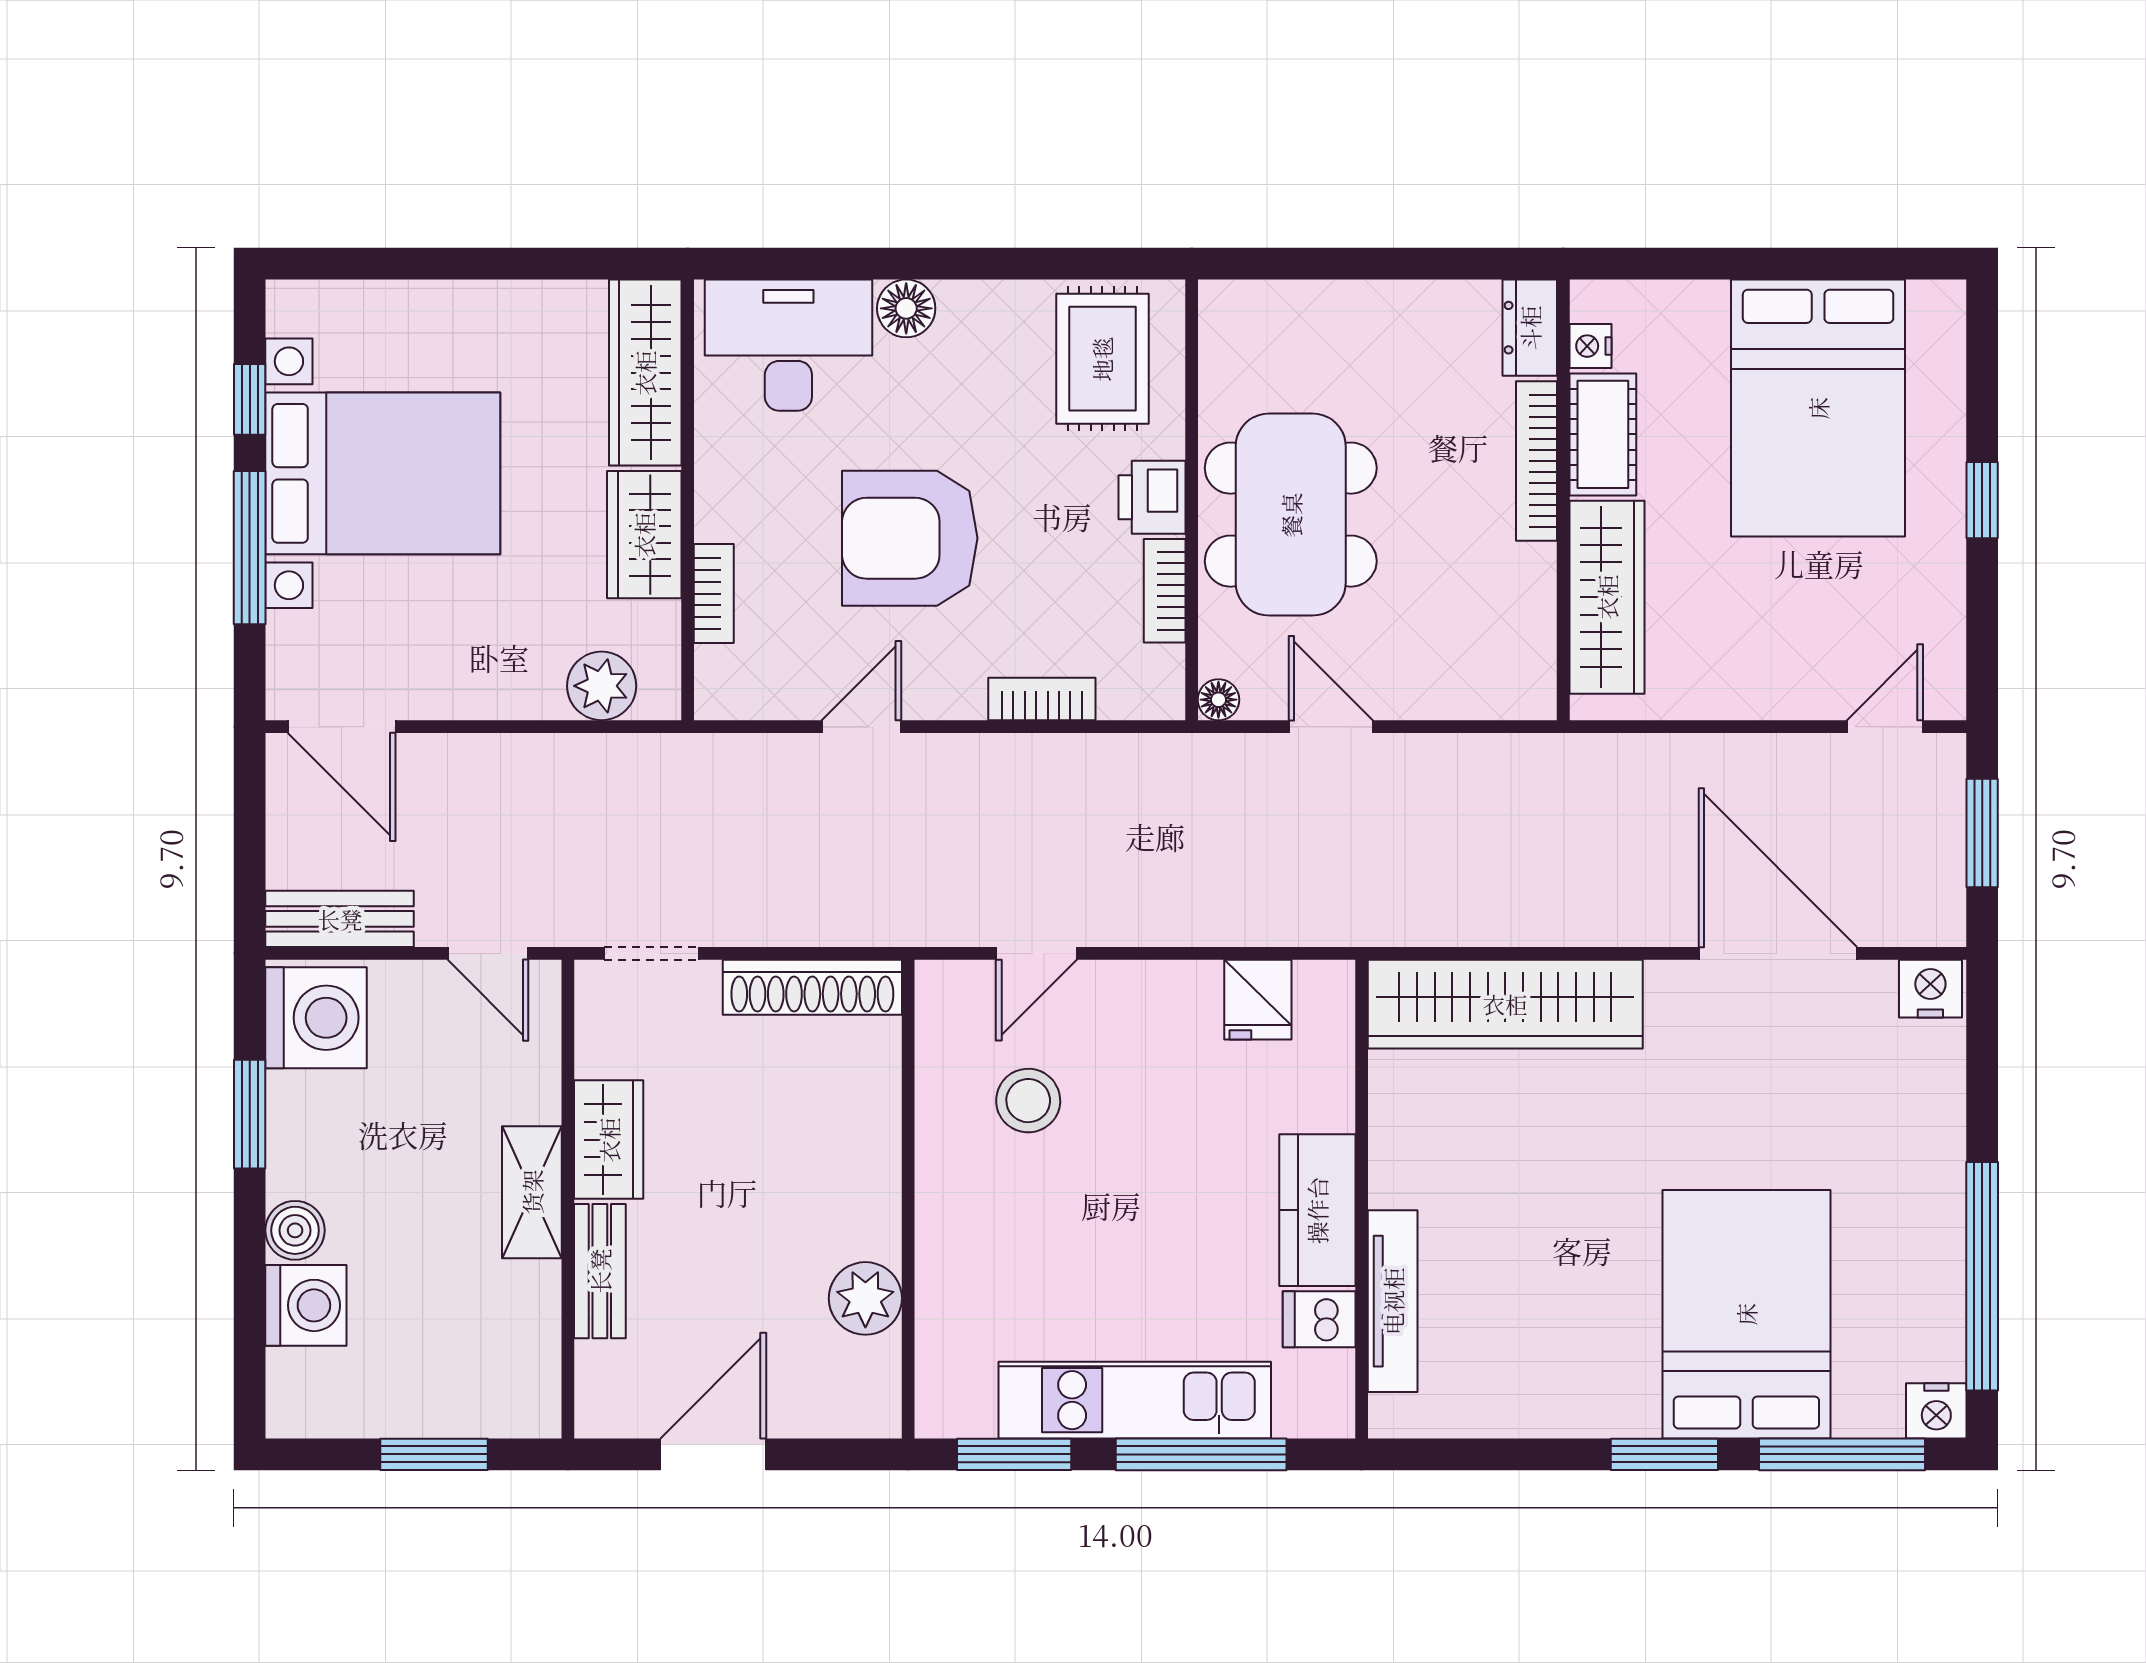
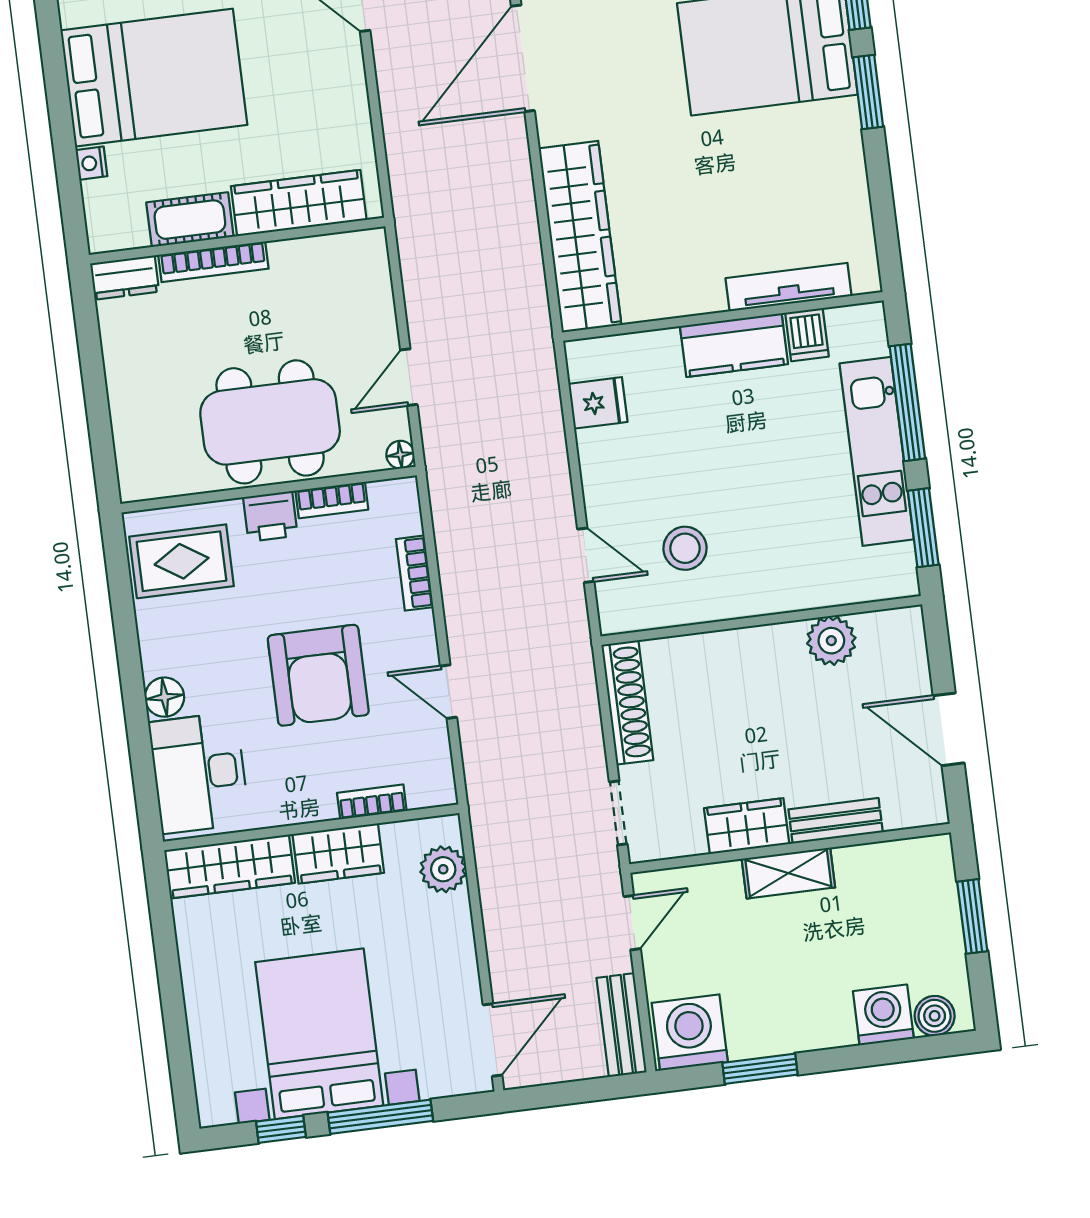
nightstand: (1591, 346) -> (92, 163), moved, turned 90
boiler: (295, 1230) -> (935, 1016), moved

